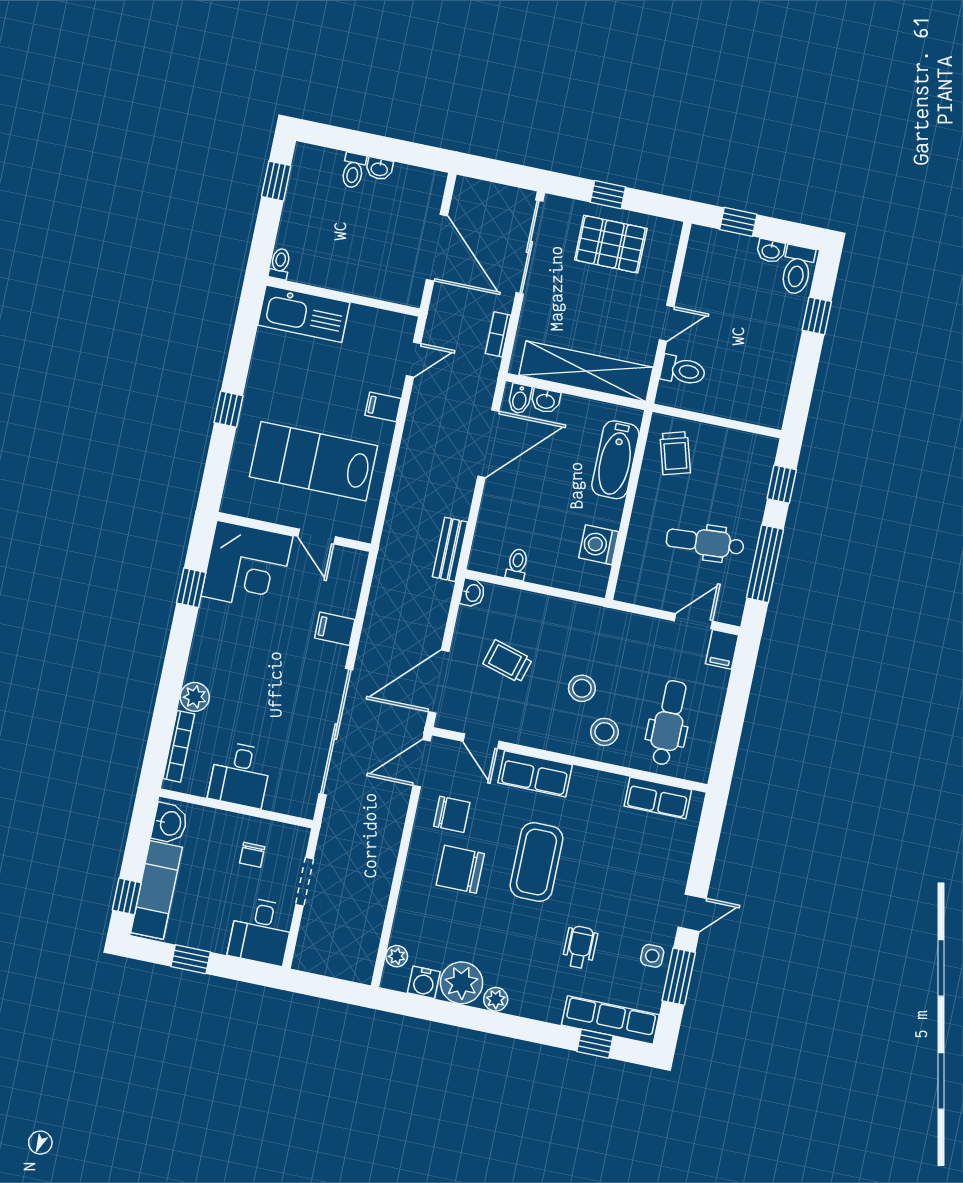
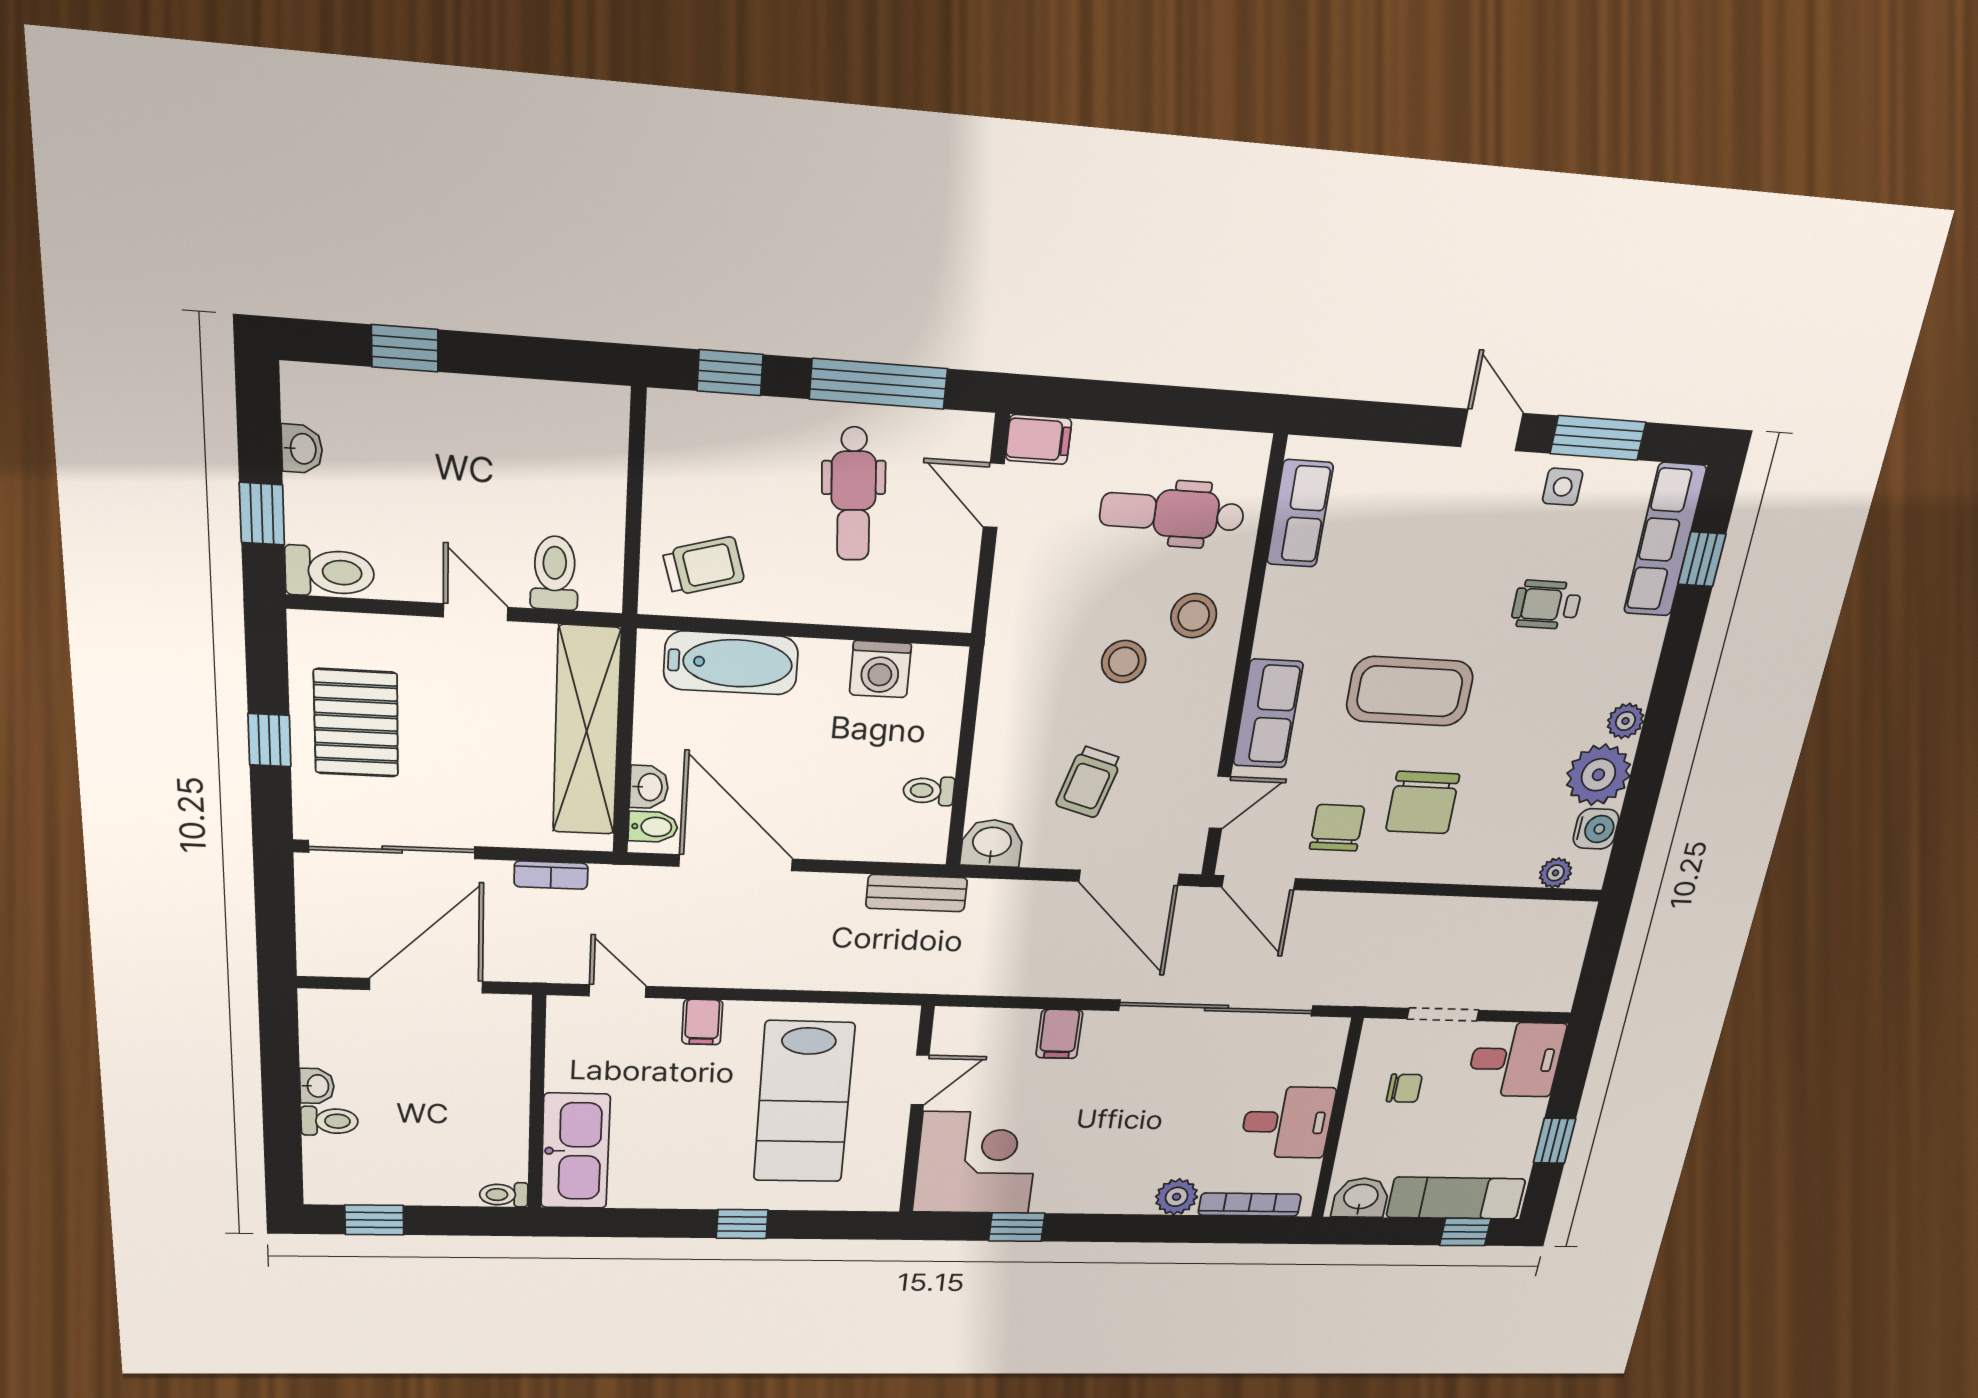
toilet: (797, 270) -> (330, 572), moved
washbasin: (473, 593) -> (992, 843), width x1.38, depth x1.45

